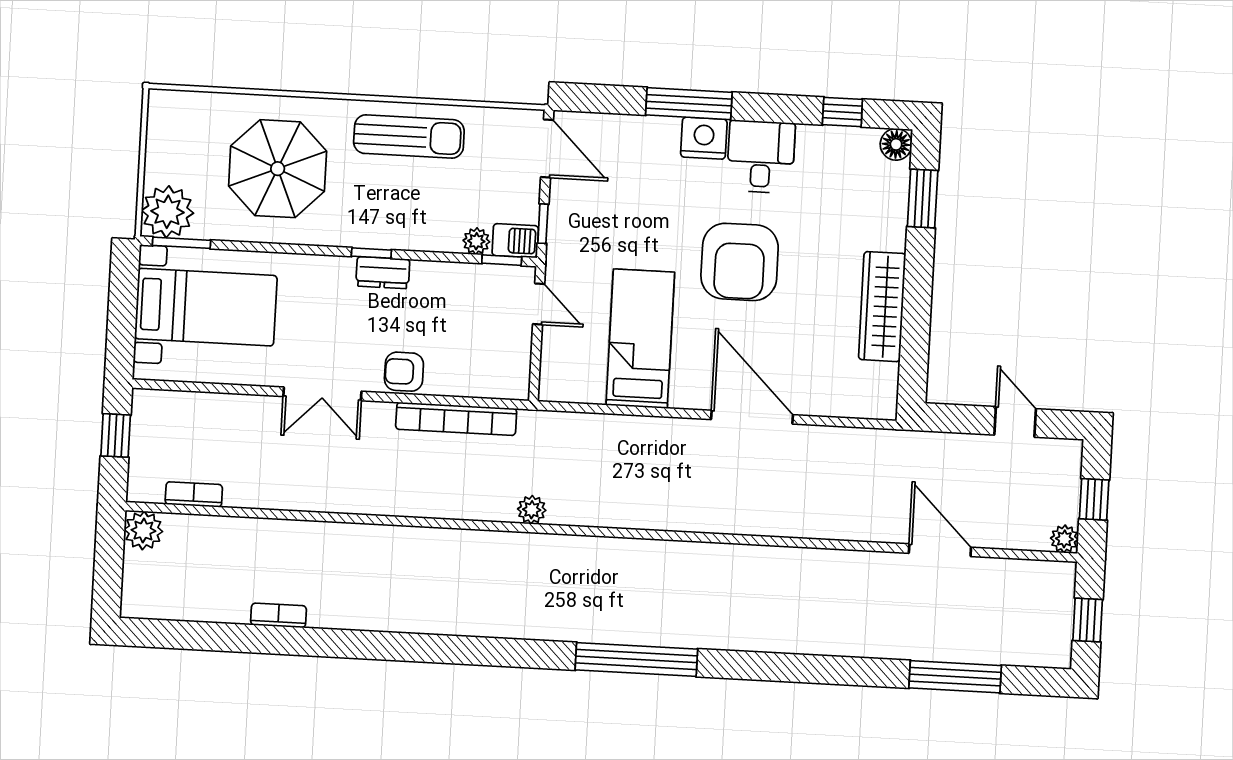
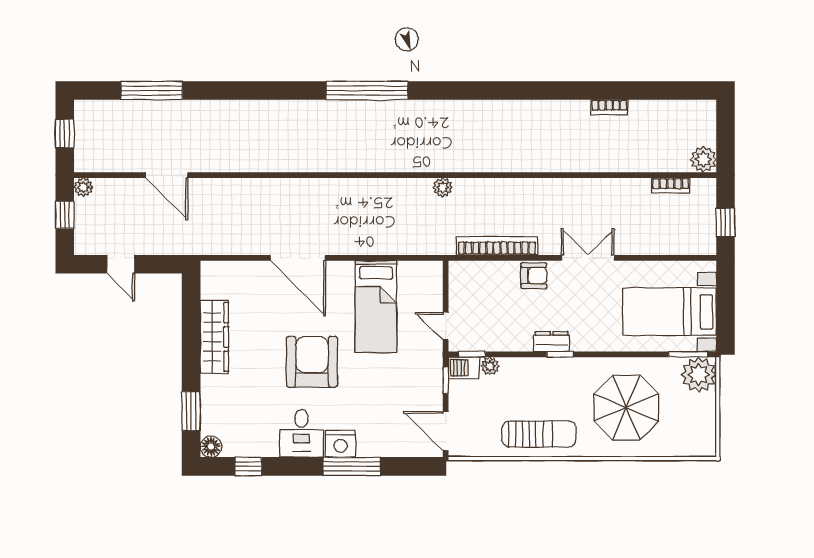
sun lounger: (409, 137) -> (539, 434), turned 180

